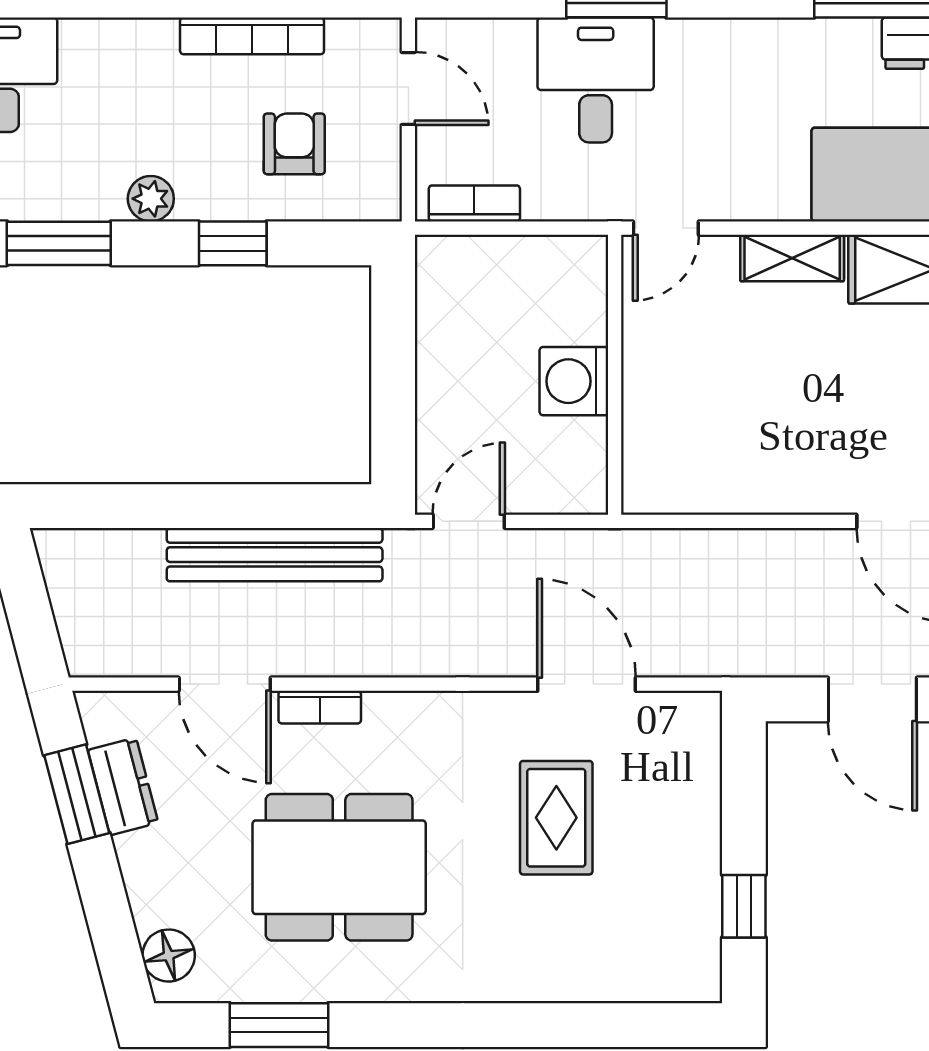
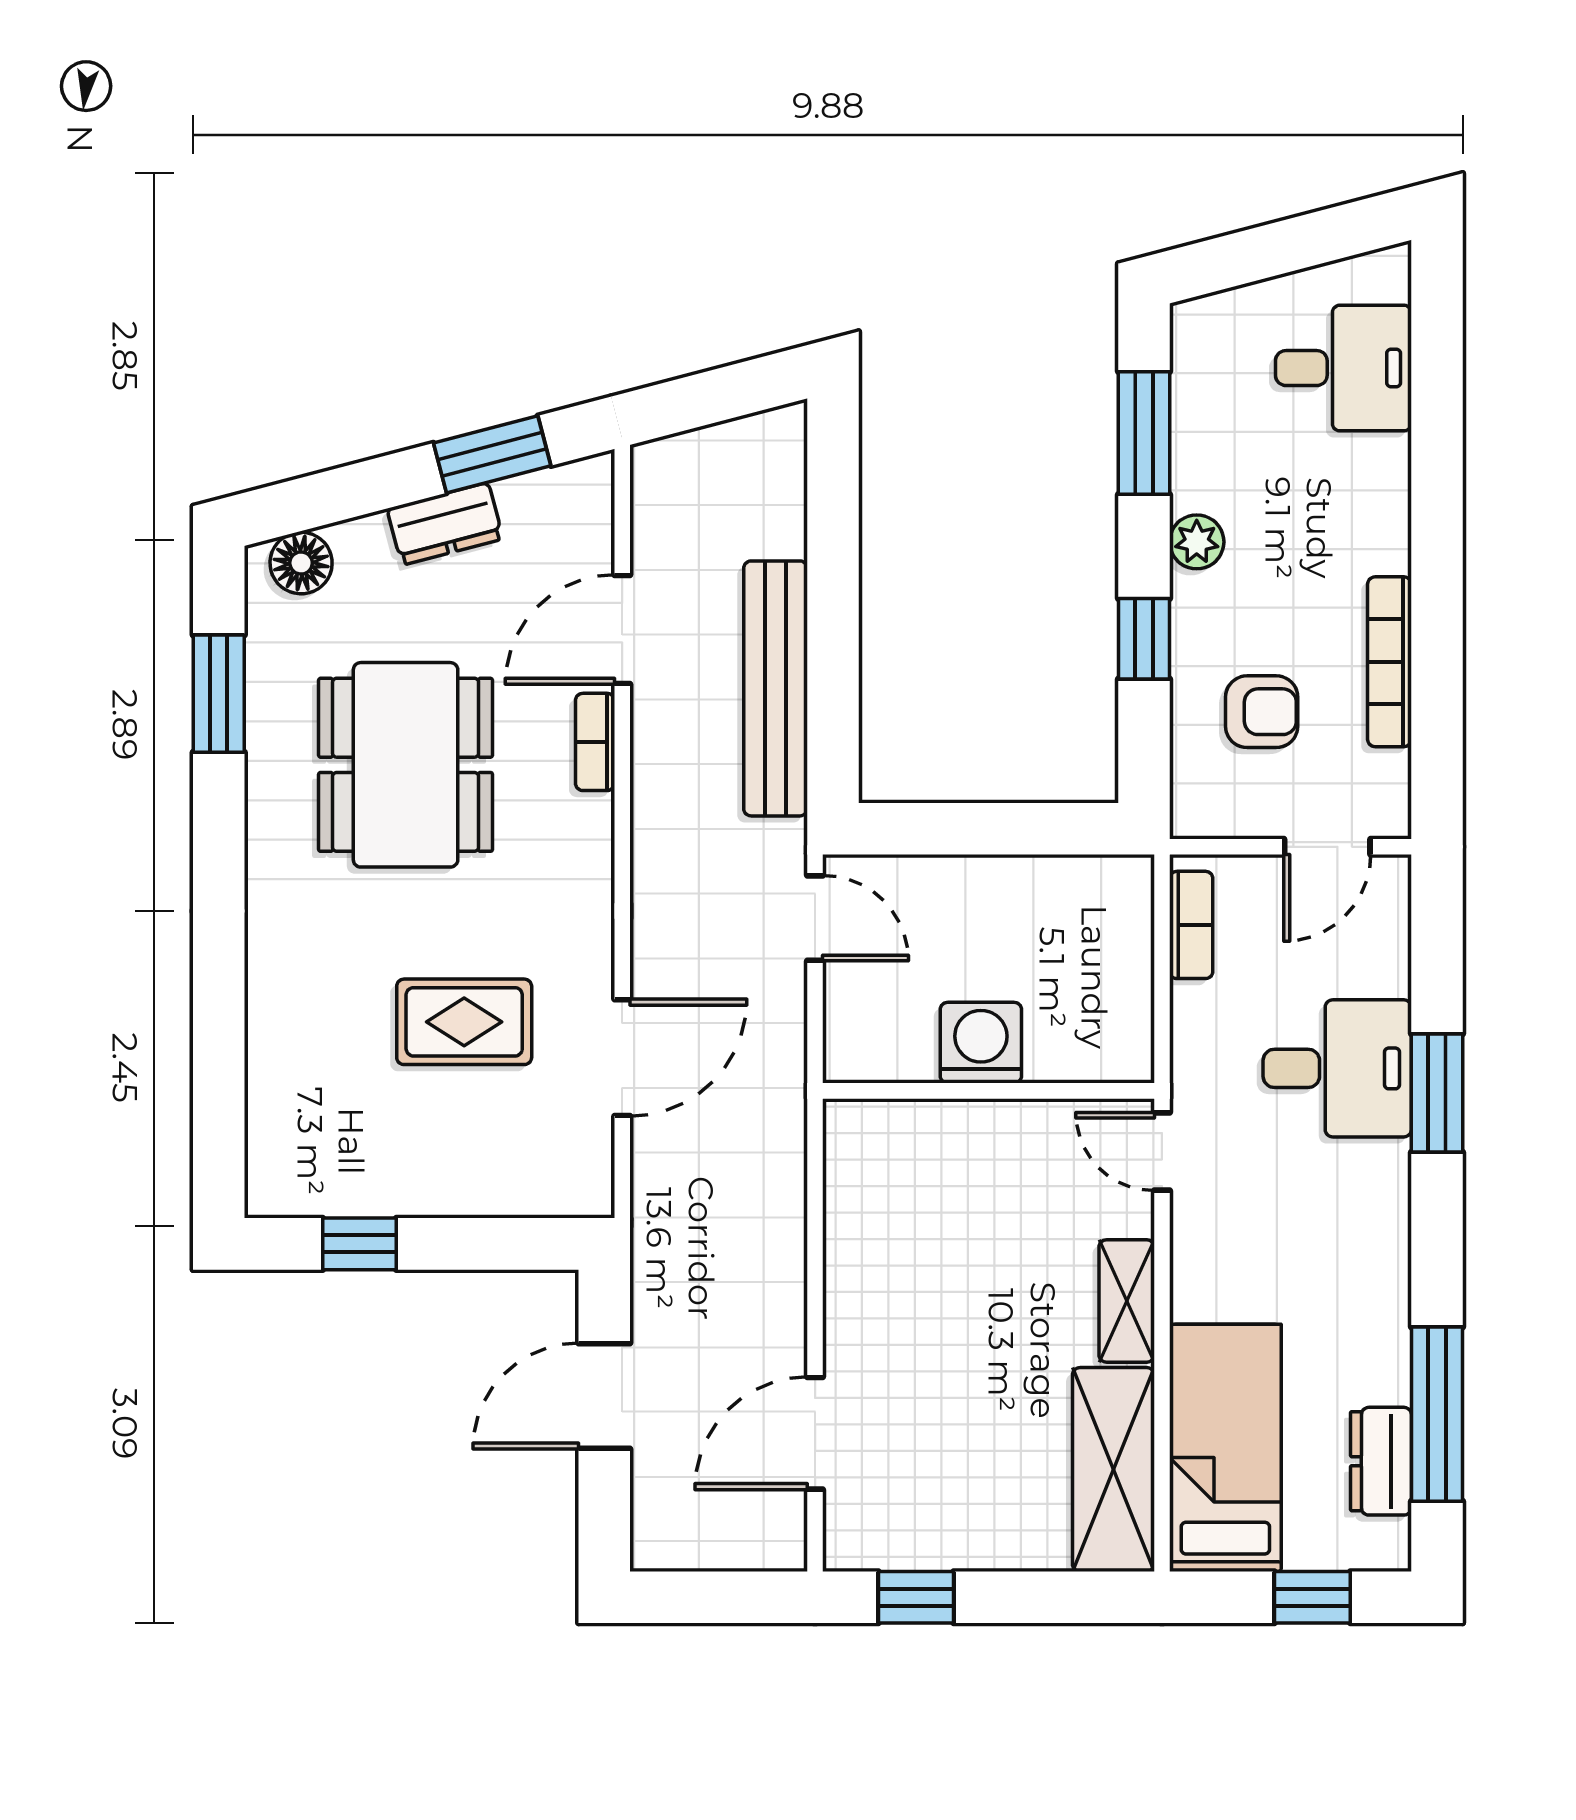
dresser: (123, 786) -> (445, 524), moved

